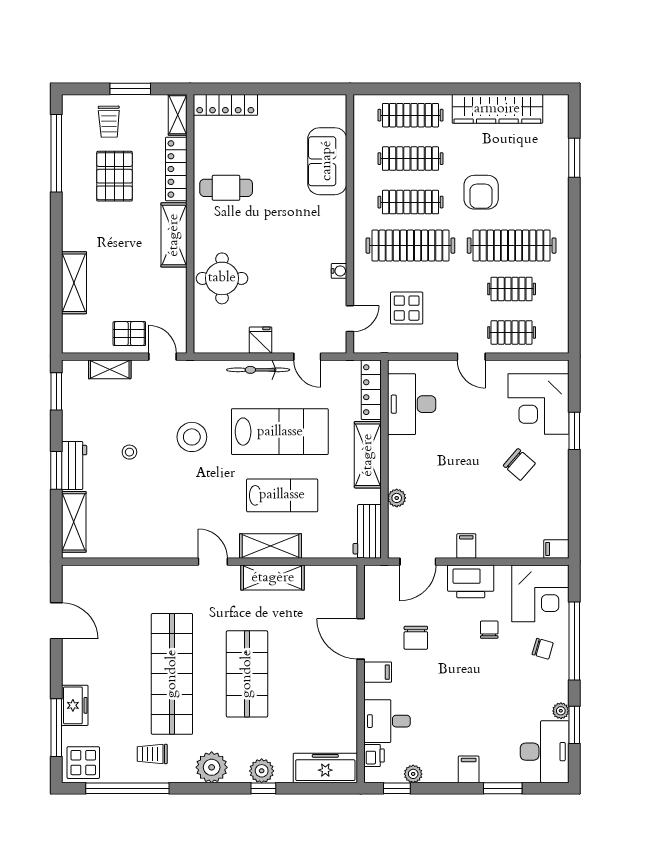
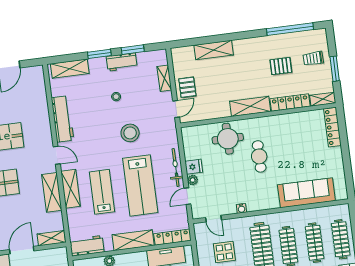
sofa: (327, 161) -> (306, 193), width x1.36
pallet: (115, 176) -> (281, 66), width x0.67, depth x0.71
cafe table: (226, 188) -> (259, 156), moved
plant: (282, 345) -> (193, 180), added
window: (56, 391) -> (133, 50), moved
workbench: (74, 466) -> (122, 62), moved
lab bench: (282, 495) -> (102, 192), turned 180
workbench: (155, 544) -> (62, 119), added
door: (213, 562) -> (57, 155), hinge flipped
shelving: (347, 588) -> (51, 238), added

